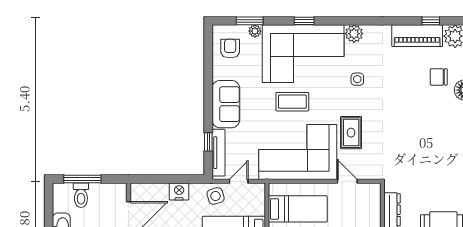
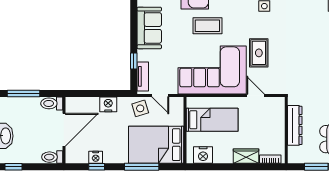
tv unit: (218, 153) -> (143, 76), width x0.71
door: (239, 181) -> (160, 96), swing flipped
toilet: (81, 195) -> (52, 103), moved, turned 90

